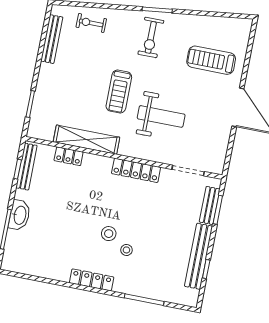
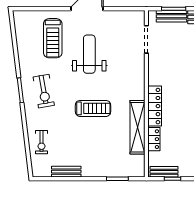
exercise bike: (151, 37) -> (44, 91), turned 80
bench: (52, 39) -> (66, 172), width x0.73
weight bench: (161, 116) -> (89, 54), moved
bench: (26, 167) -> (164, 172), width x0.73
locker: (136, 170) -> (155, 106), moved

